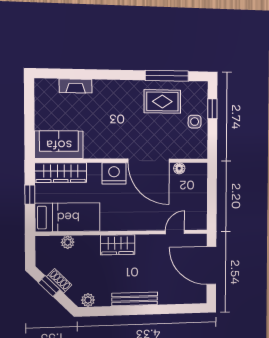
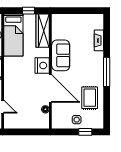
window: (167, 76) -> (107, 72), moved
sofa: (59, 145) -> (61, 55), moved
door: (148, 161) -> (50, 89), swing flipped

